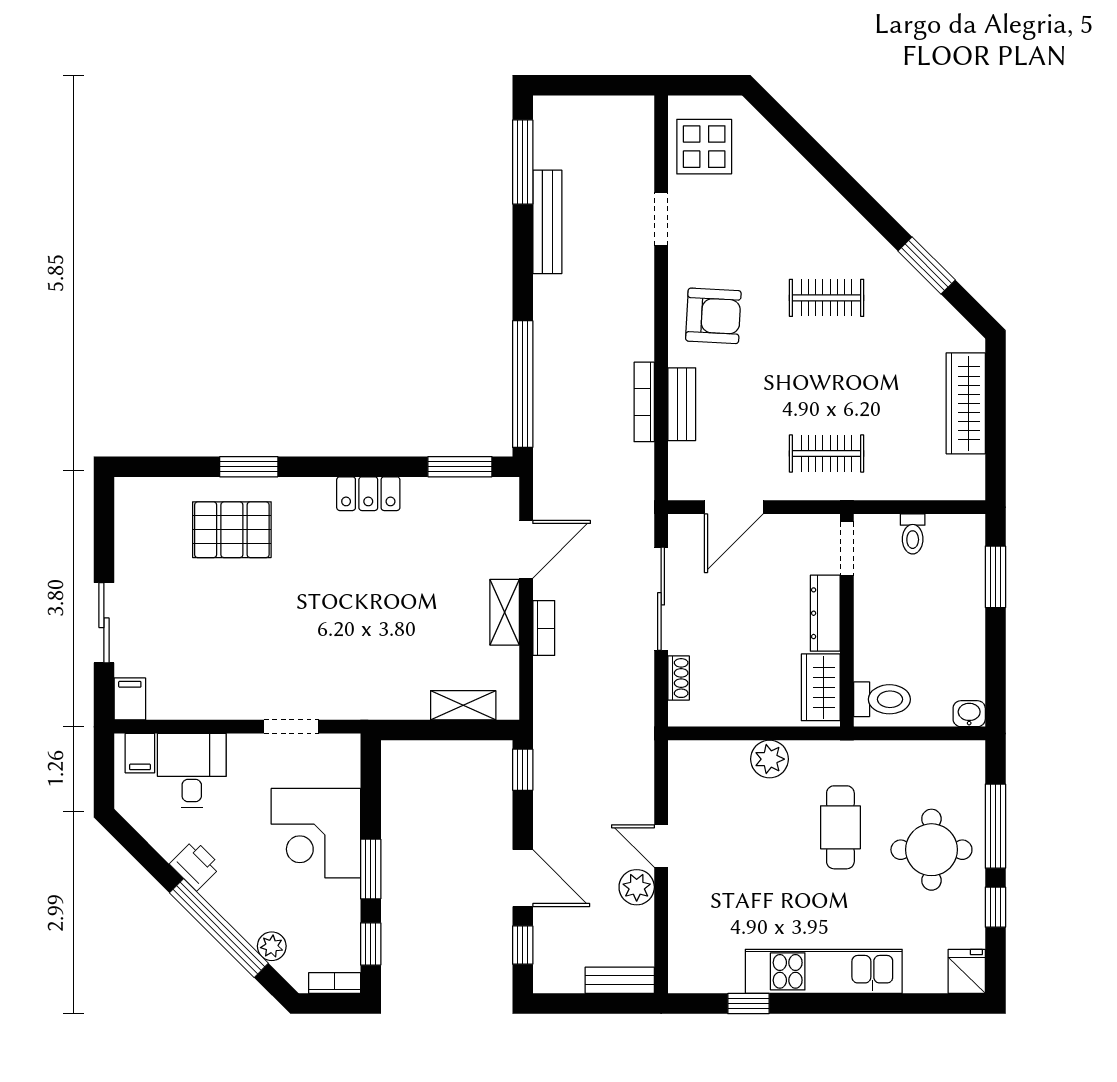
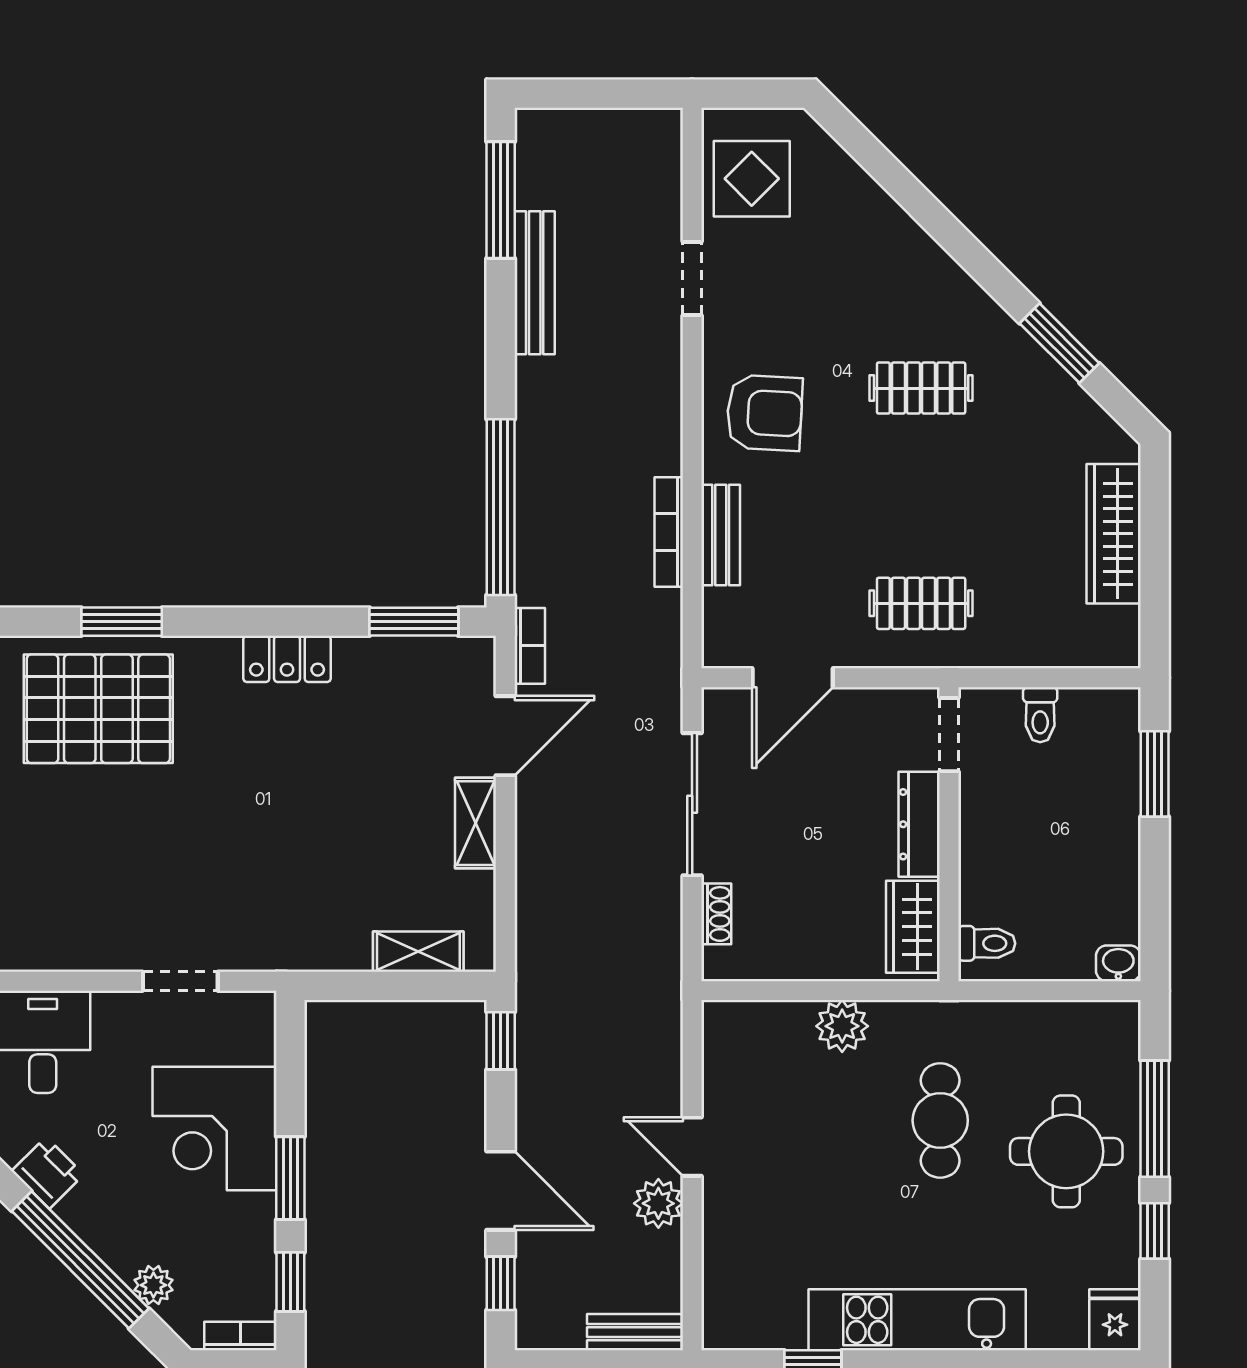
pallet: (232, 530) -> (98, 709), width x1.37, depth x1.41
bookcase: (544, 628) -> (530, 646), moved
toilet: (882, 699) -> (987, 943), width x0.73, depth x0.72

